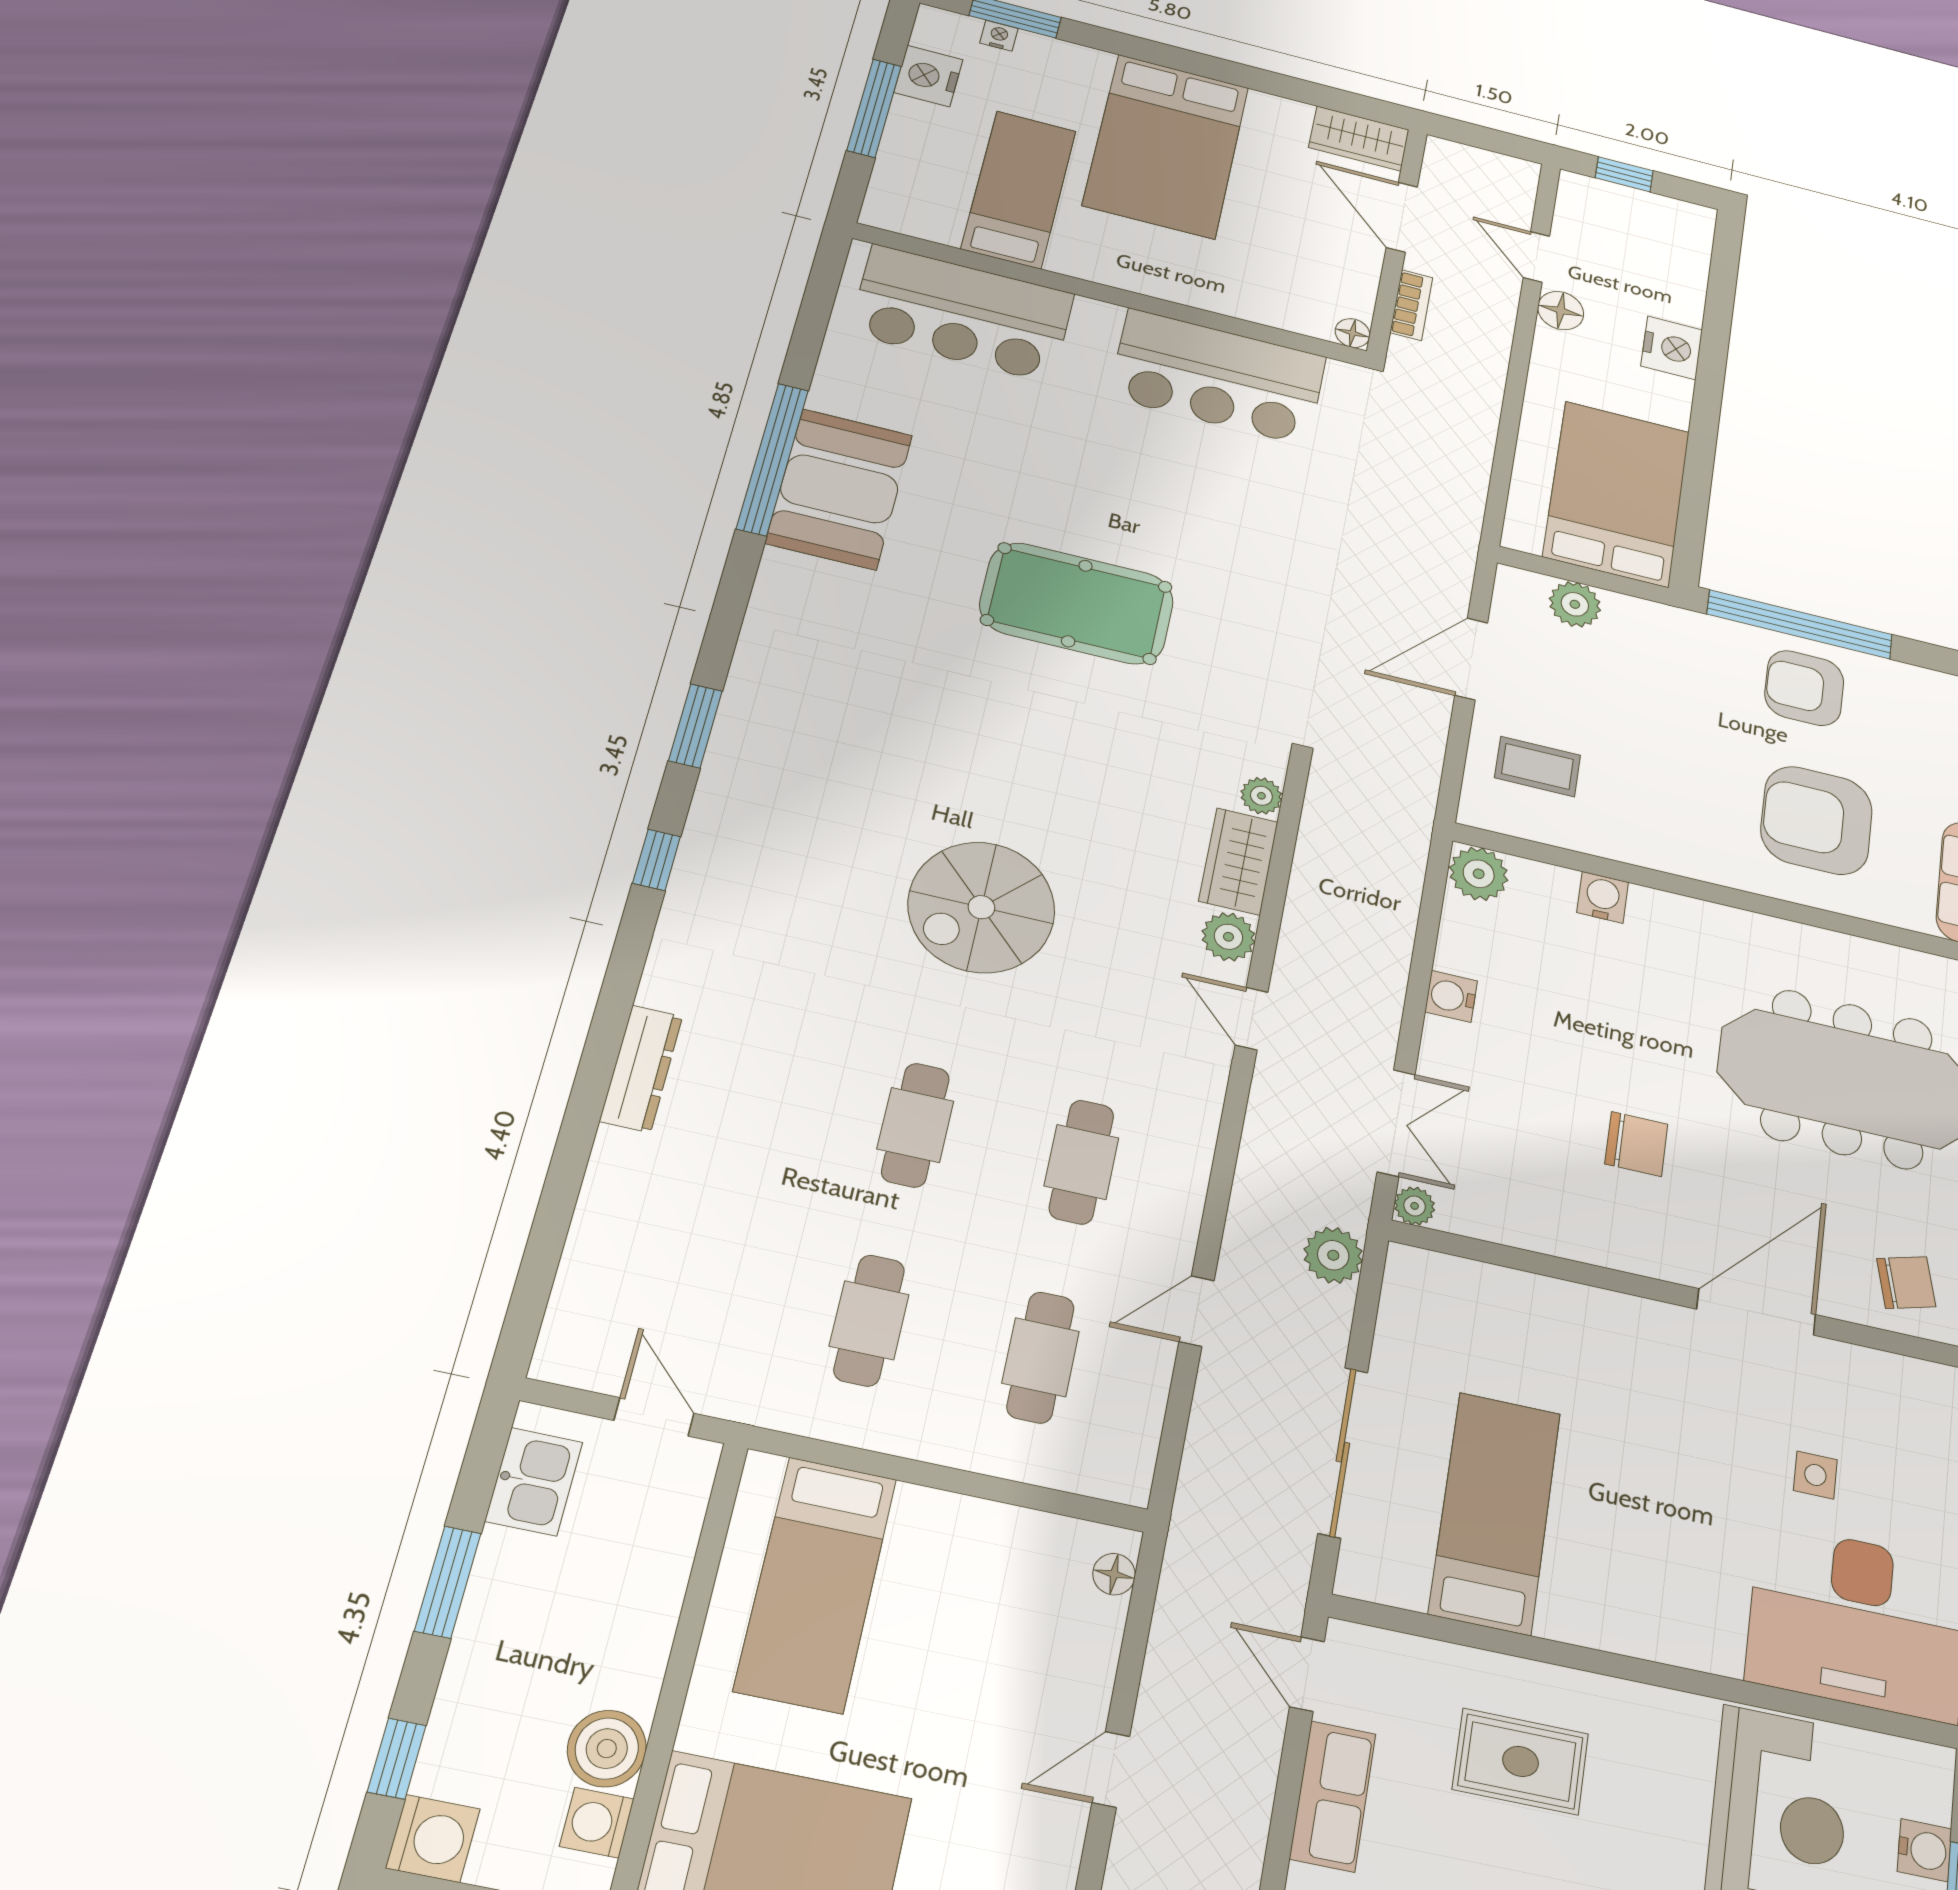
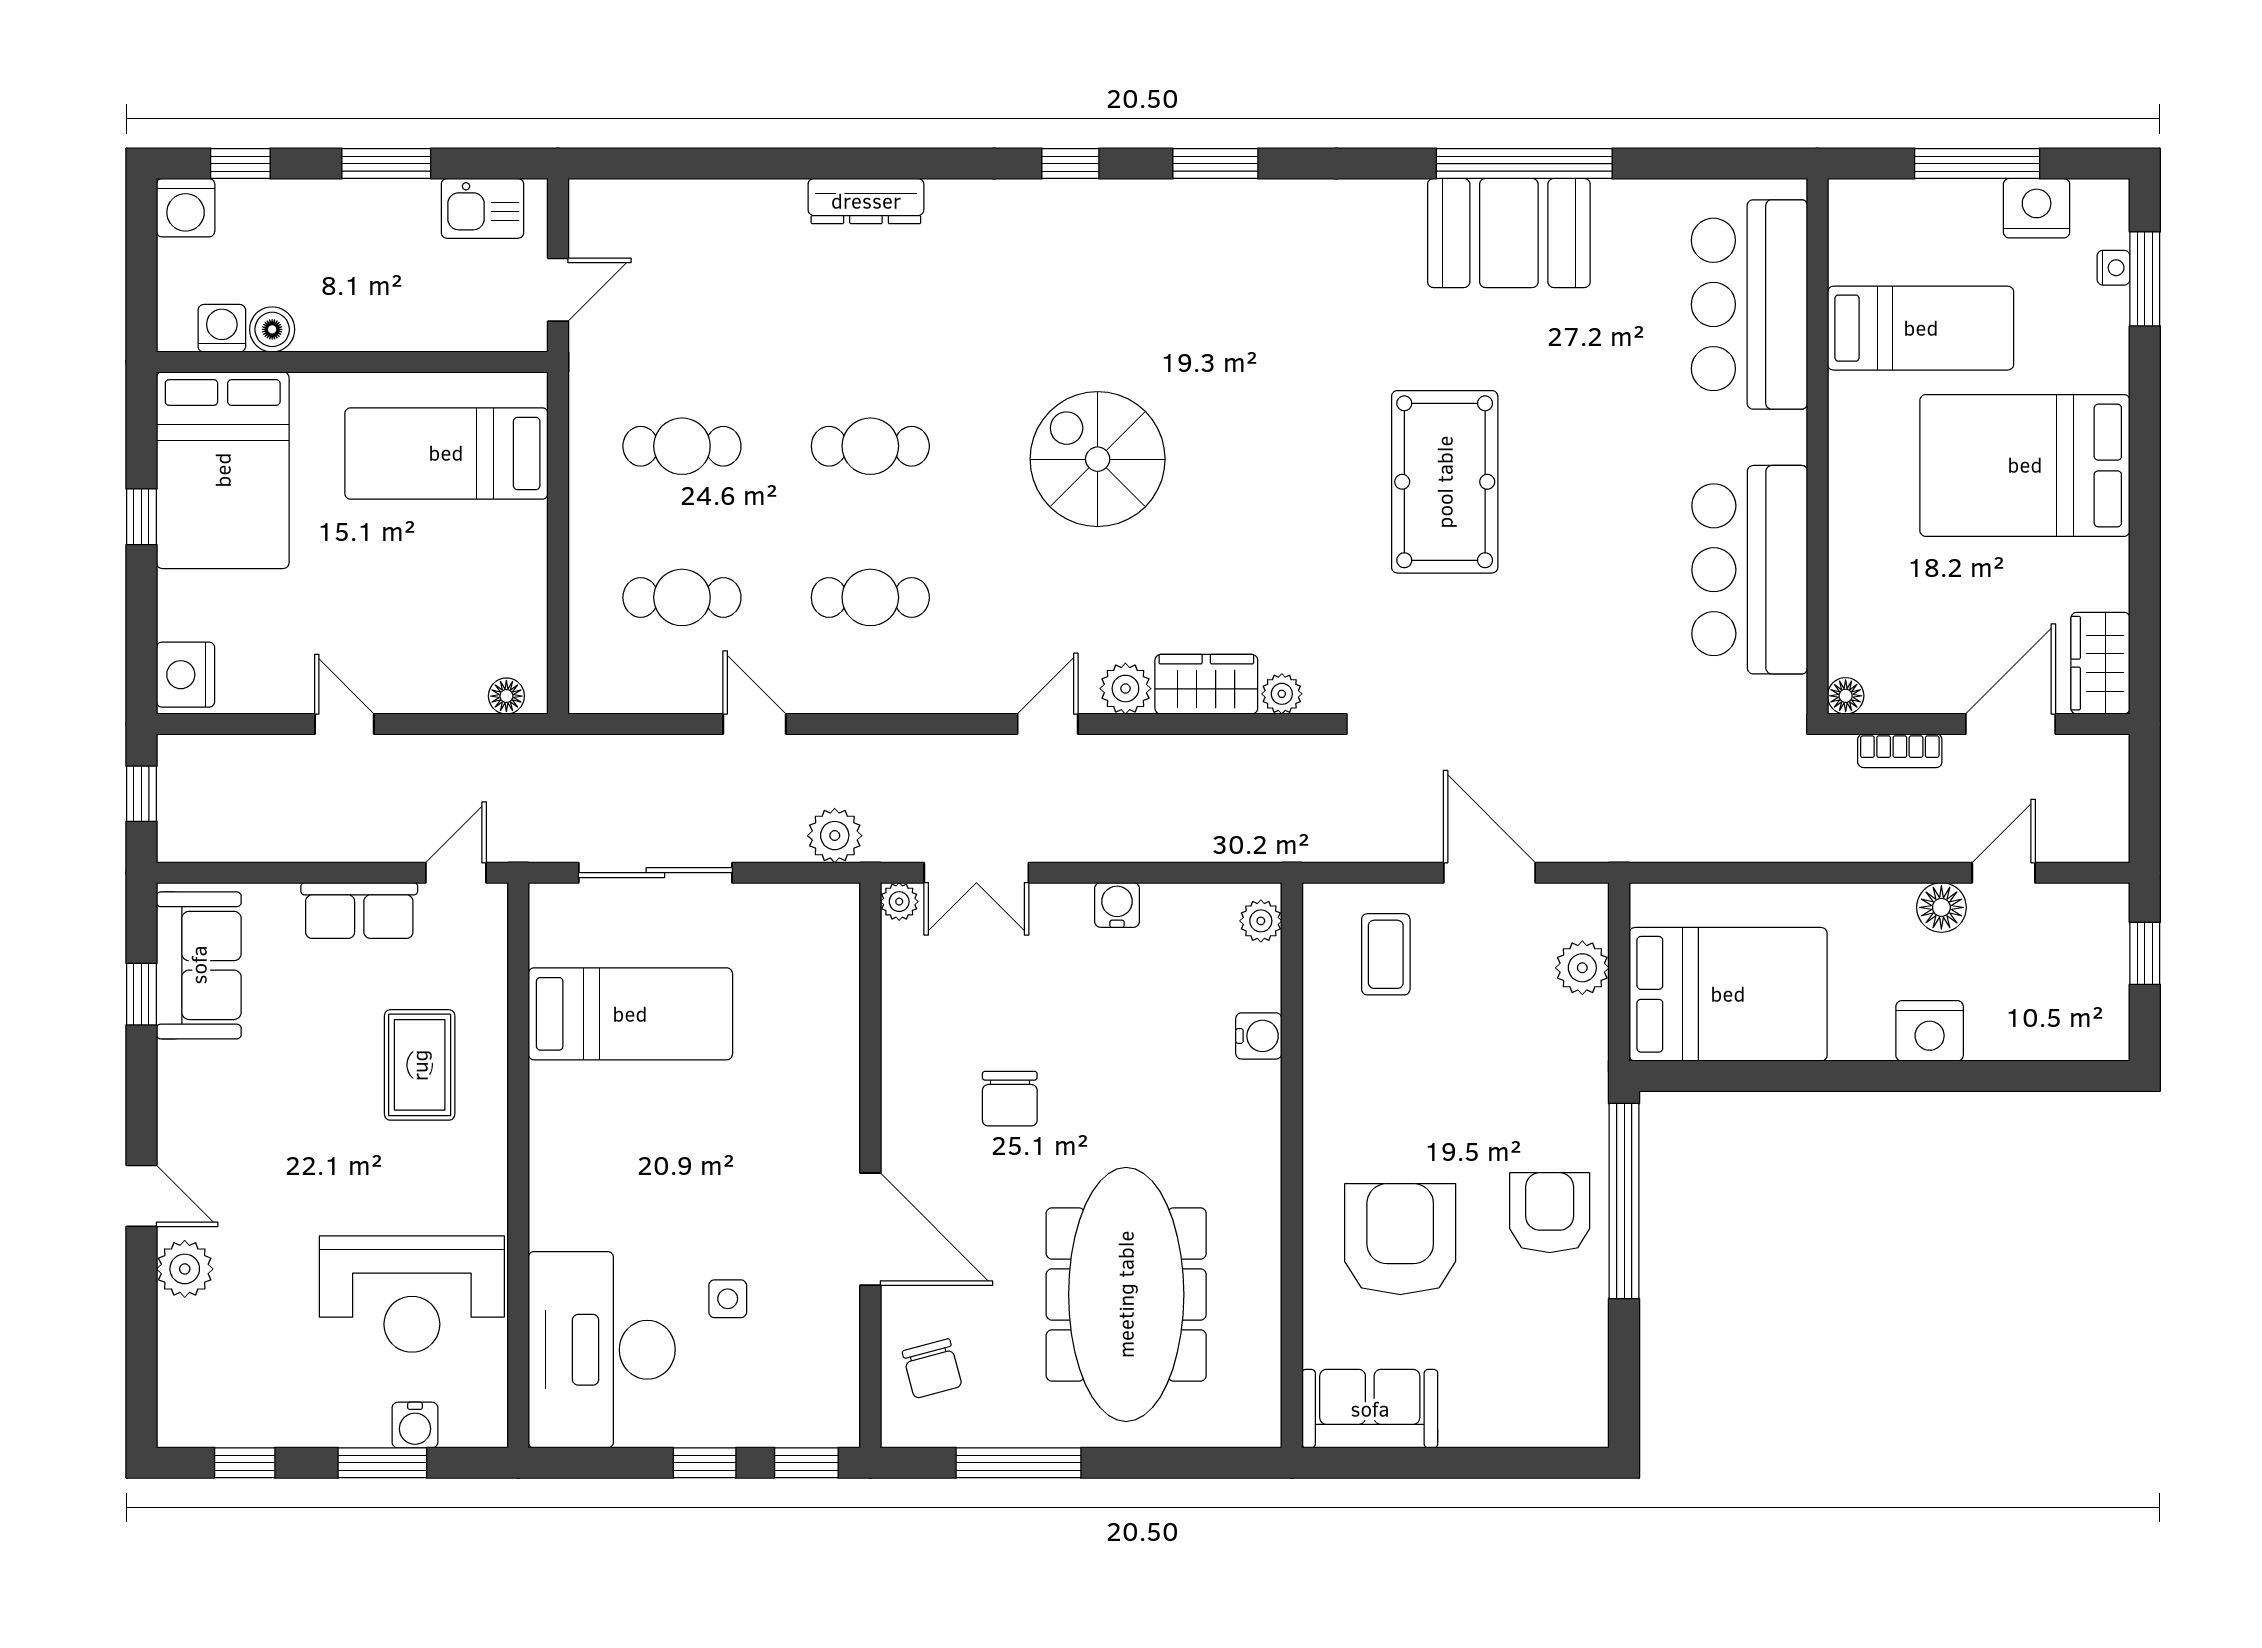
plant: (1479, 874) -> (1261, 921), width x0.73, depth x0.73
boiler: (607, 1749) -> (272, 329), width x0.73, depth x0.73

